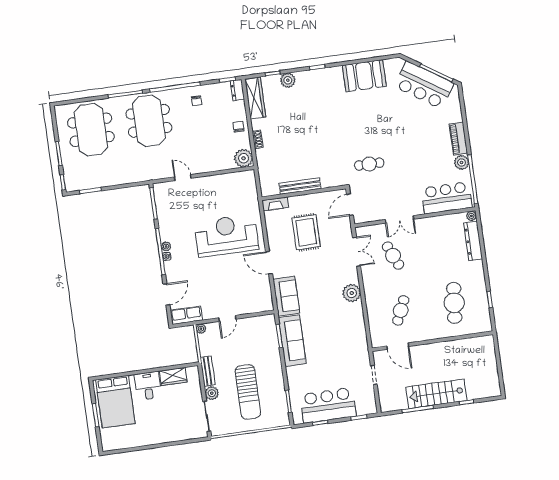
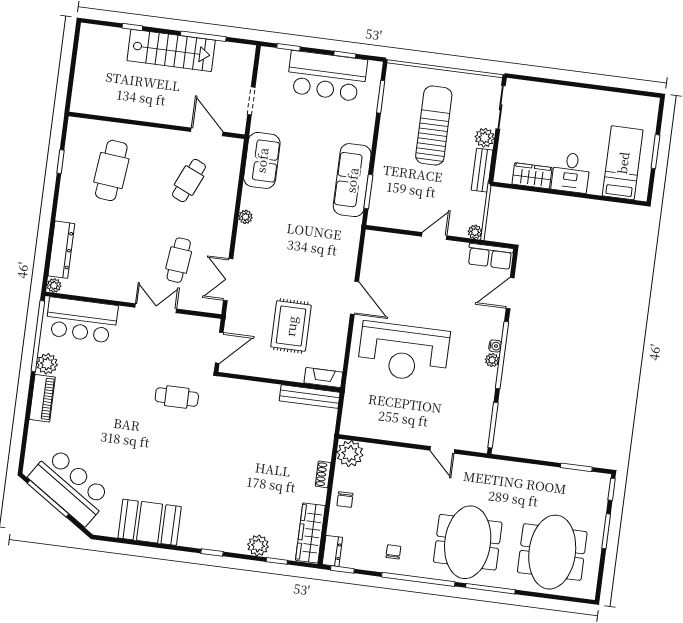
bench: (300, 186) -> (310, 397), moved
cafe table: (393, 256) -> (179, 260), turned 30
plant: (352, 293) -> (246, 217), width x0.53, depth x0.53
sofa: (286, 296) -> (262, 160), moved, turned 180
bed: (115, 402) -> (623, 163), width x0.67

